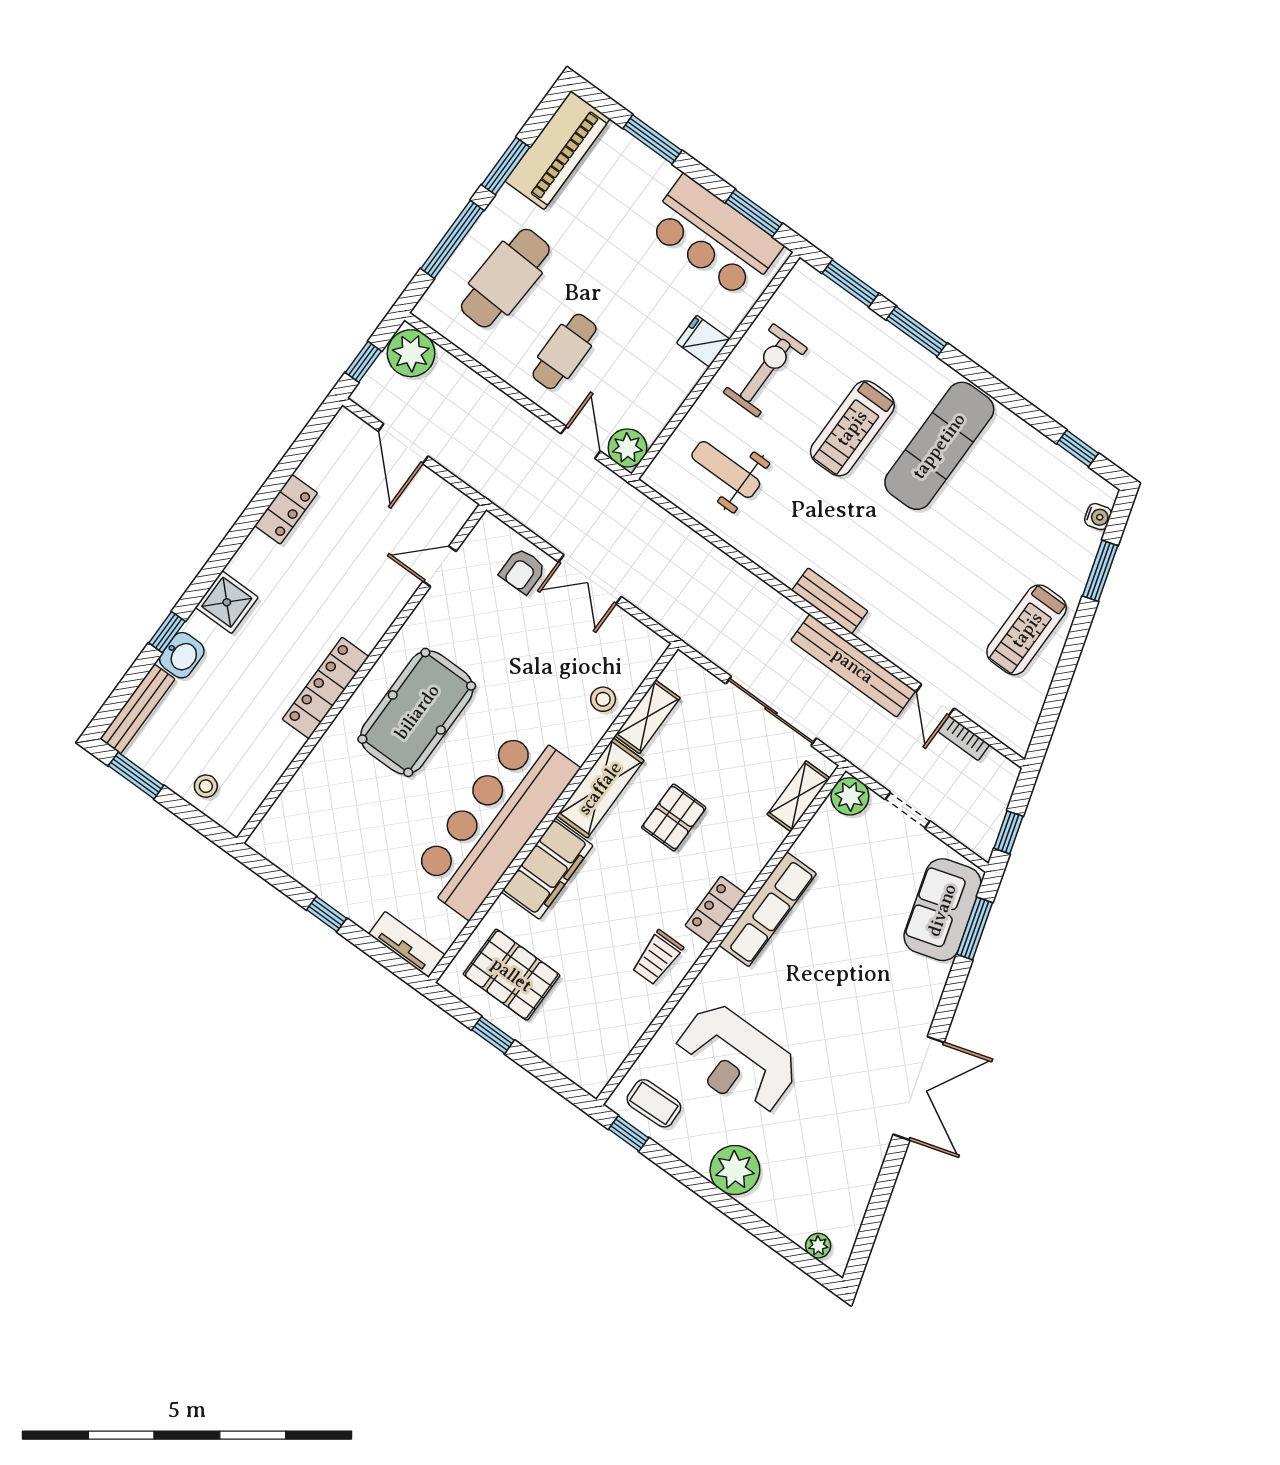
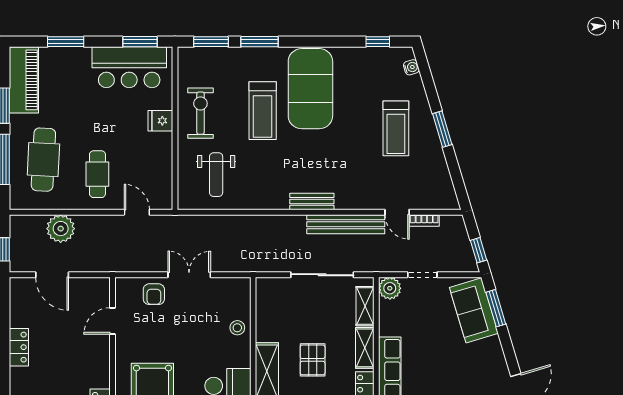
plant: (411, 353) -> (61, 229), moved
exercise mat: (939, 446) -> (310, 89), width x1.47
plant: (627, 448) -> (161, 199), removed
weight bench: (726, 470) -> (216, 175), turned -90
window: (1100, 571) -> (442, 129), moved
double door: (590, 579) -> (189, 275), swing flipped
treadmill: (1027, 630) -> (396, 128), moved
shelving: (647, 717) -> (365, 348), moved

